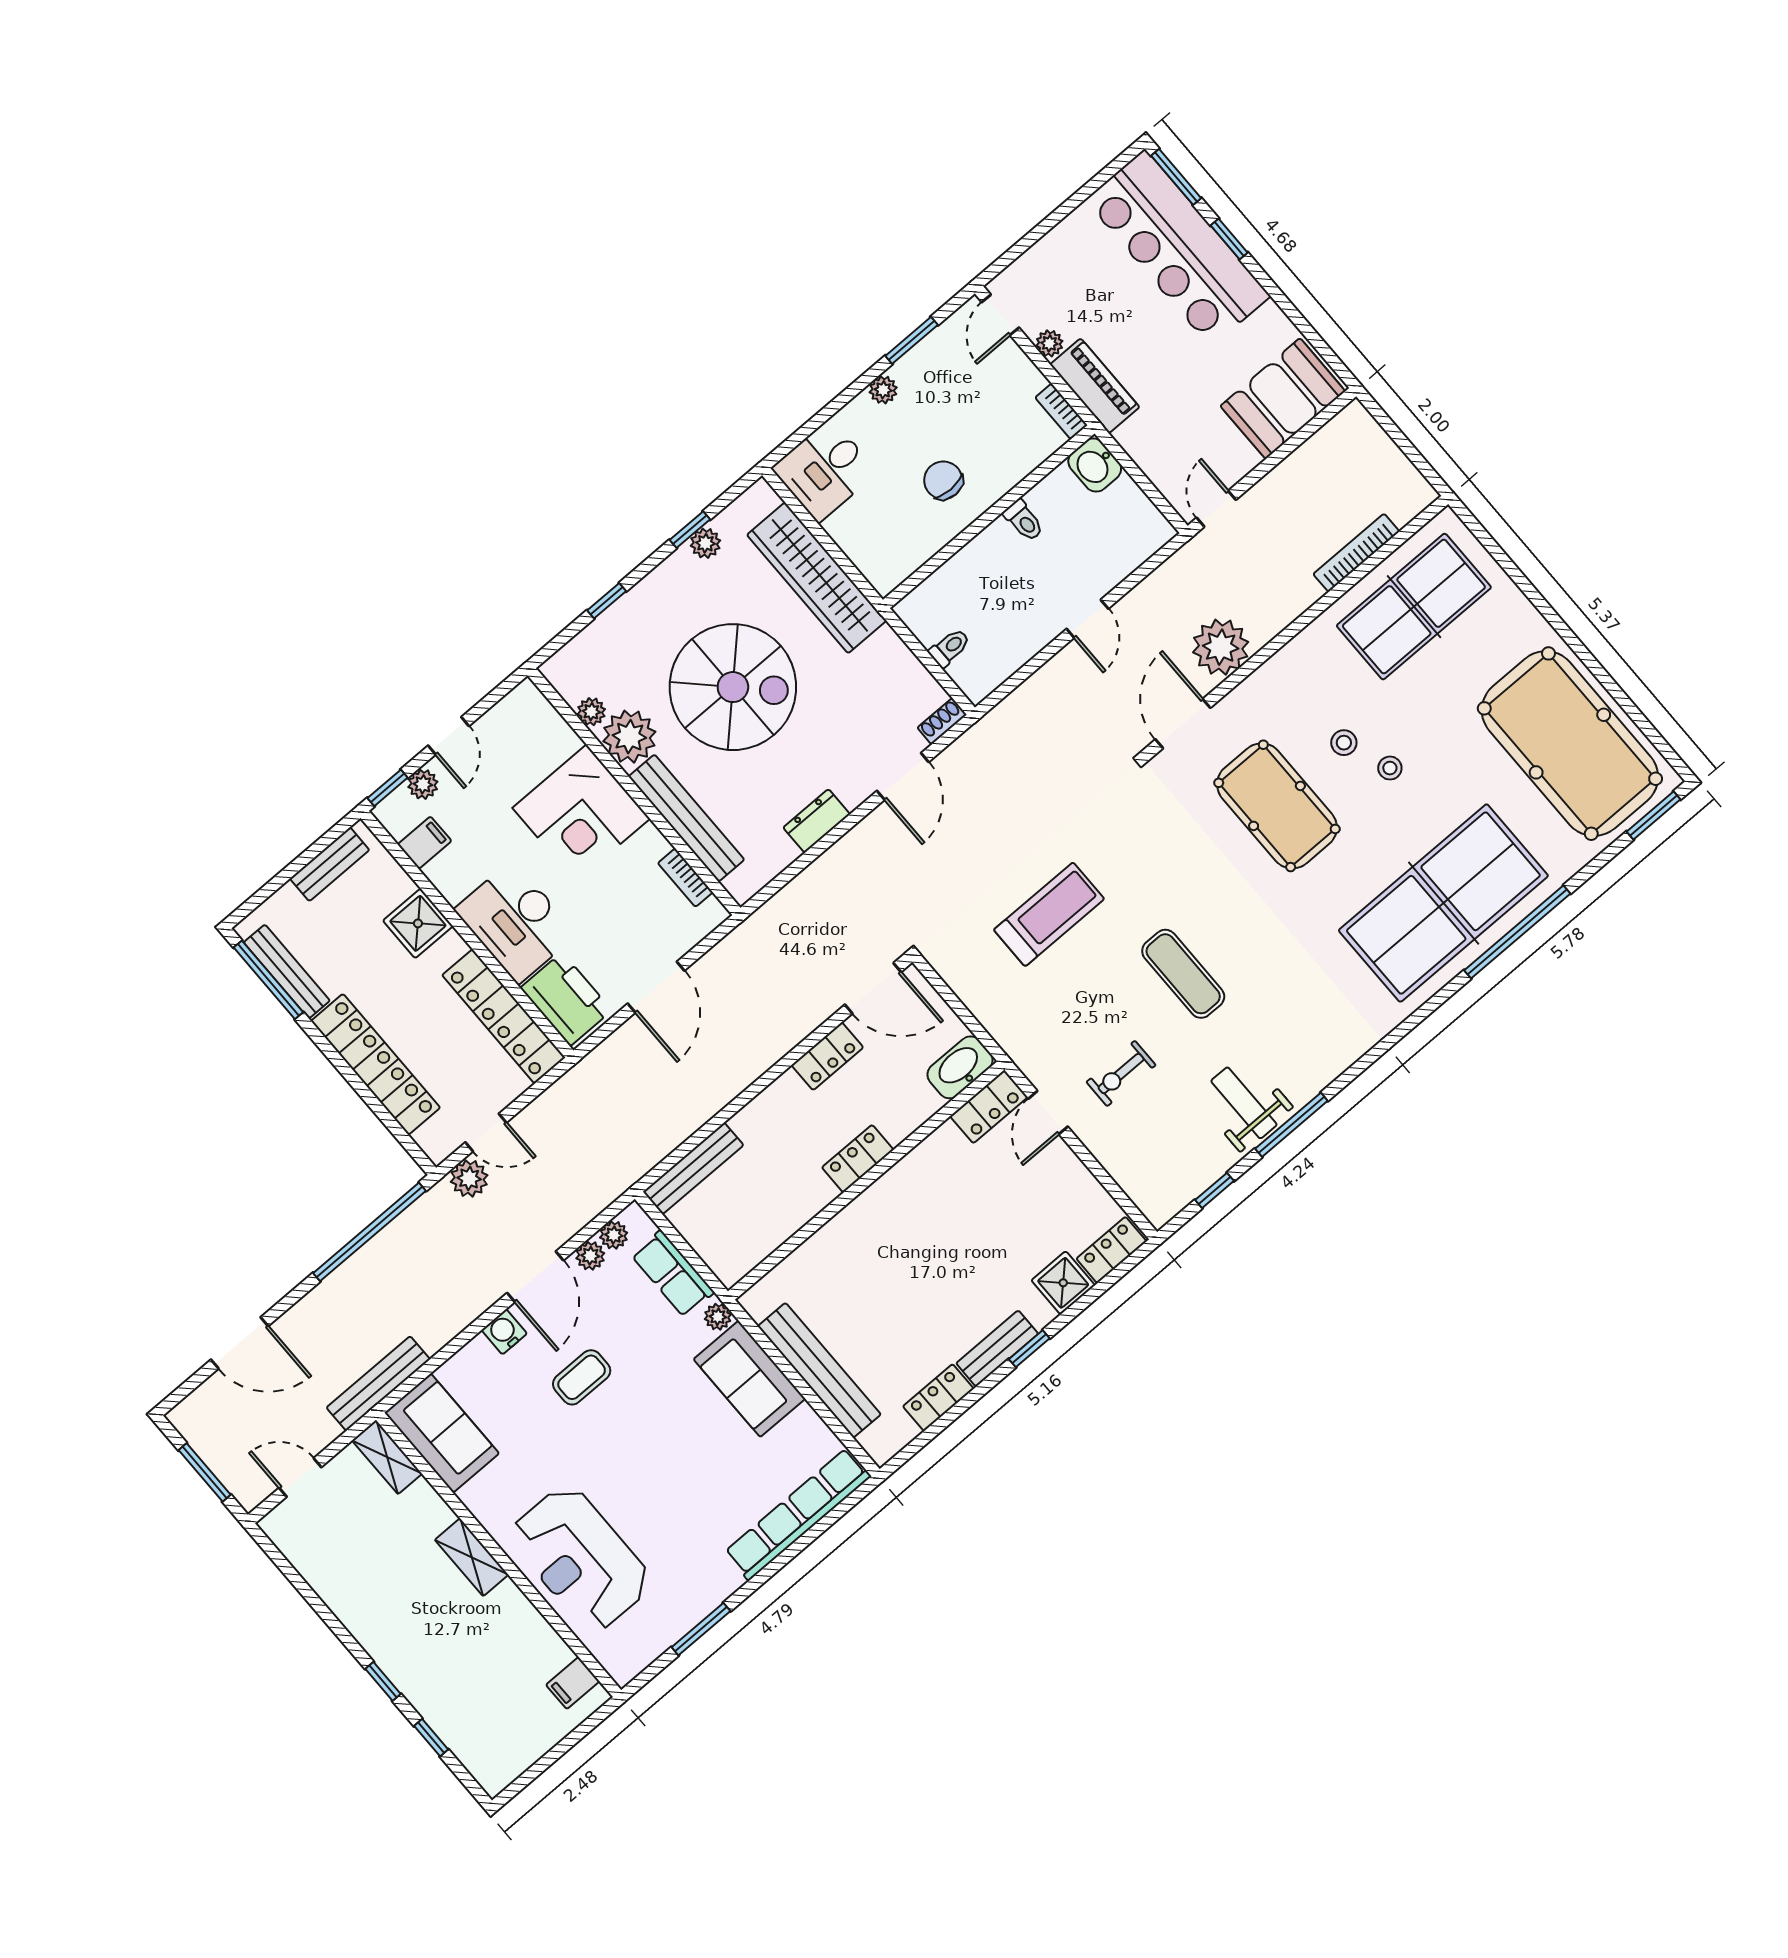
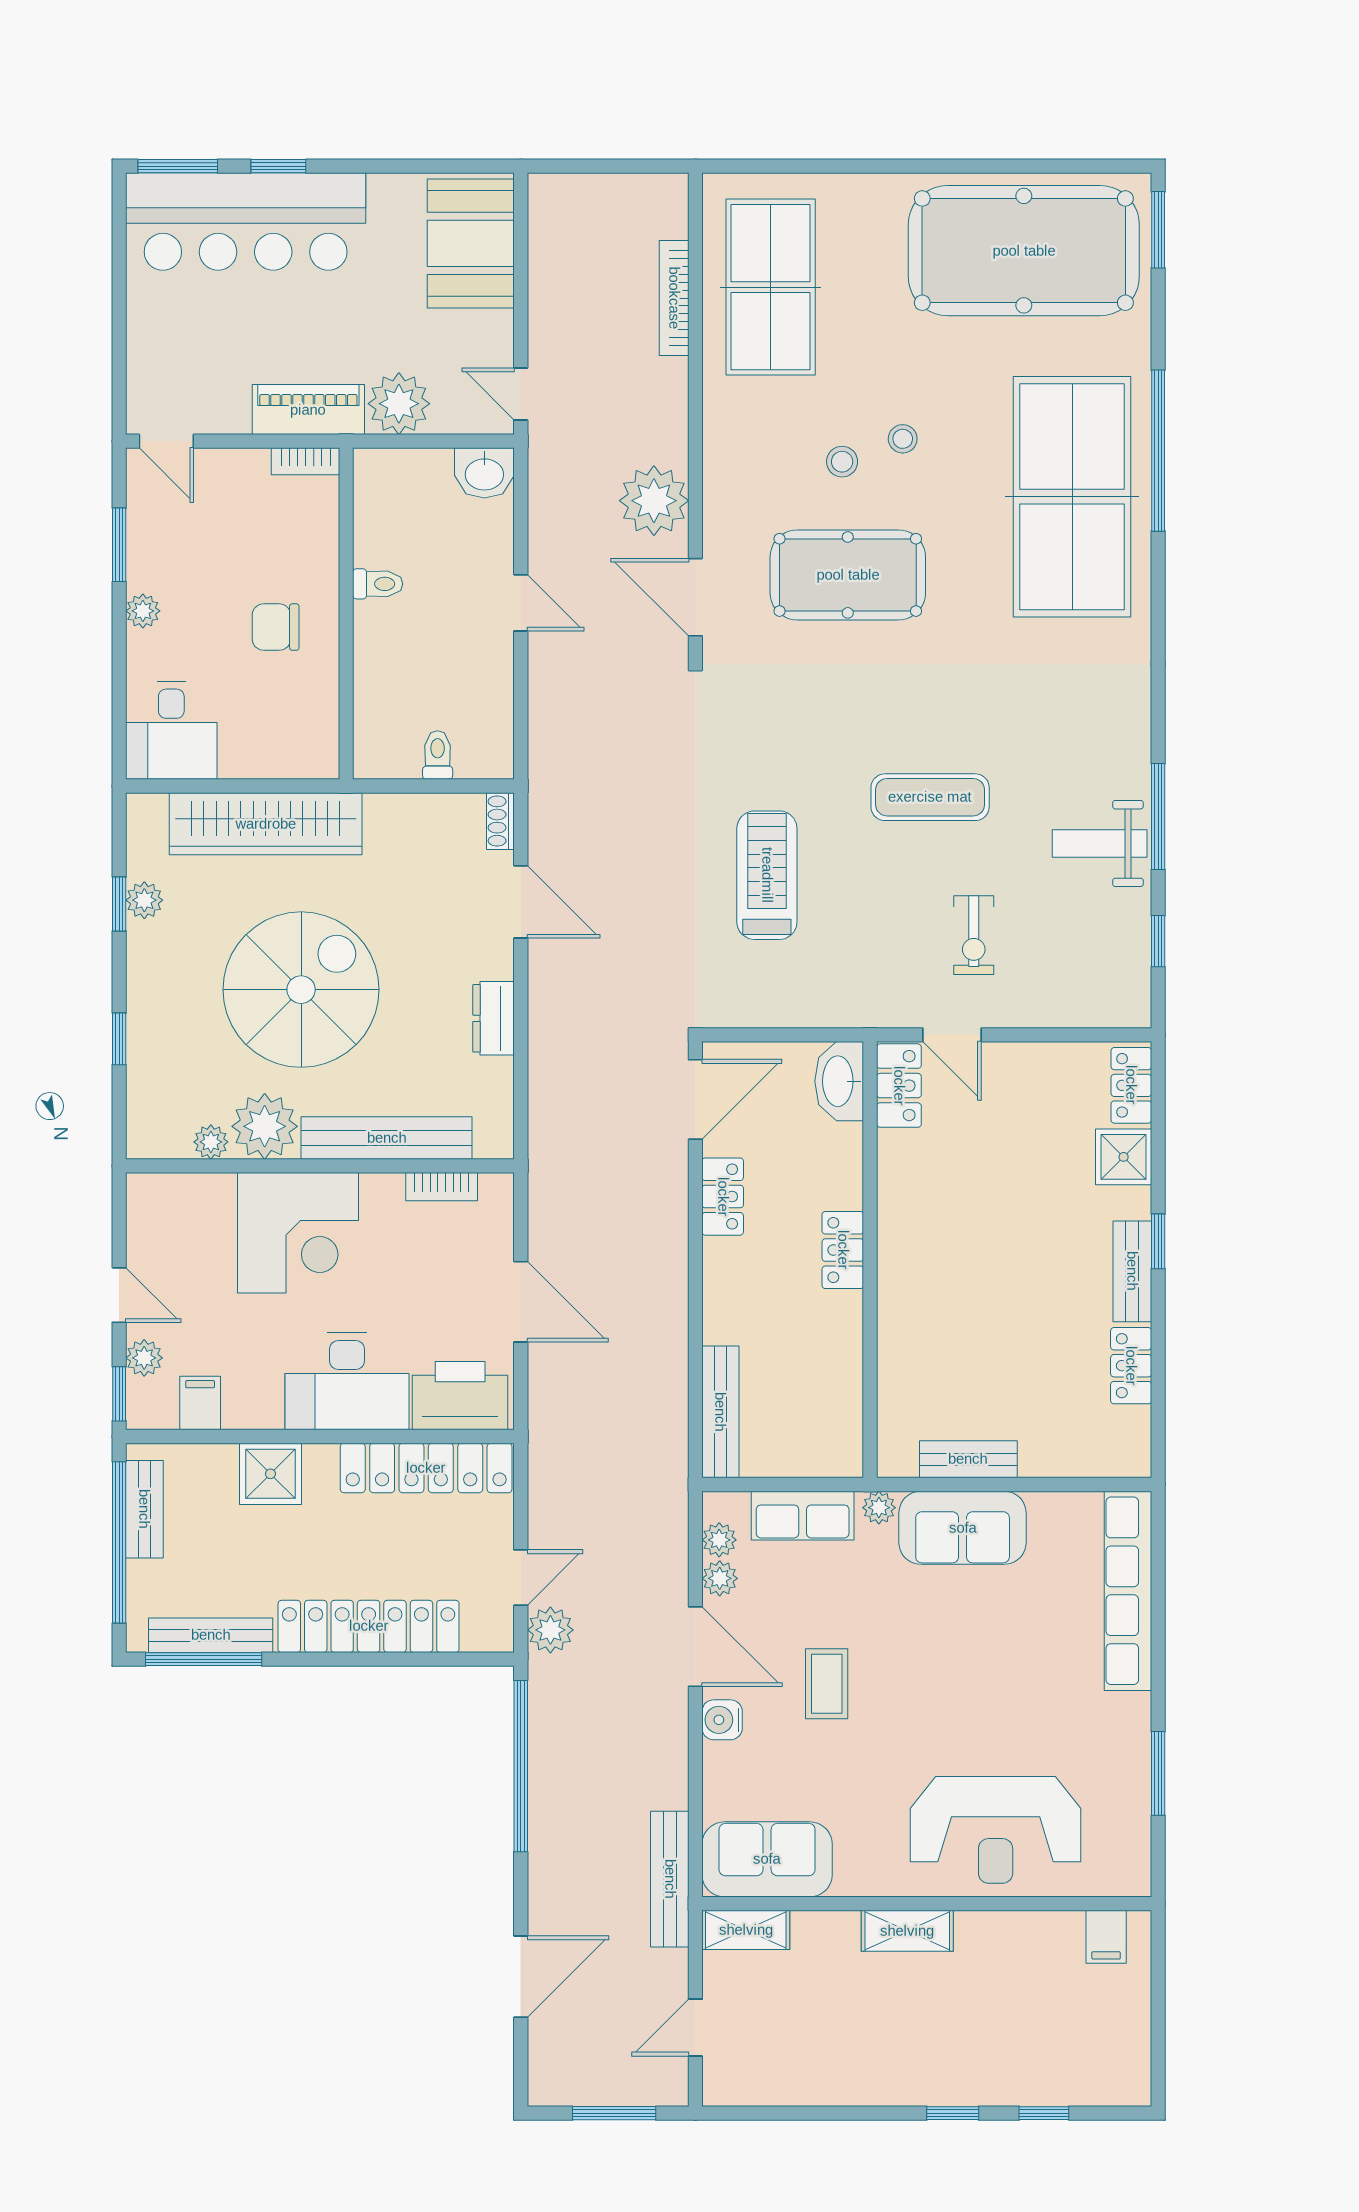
plant: (1049, 343) -> (399, 404), moved, width x1.88, depth x1.88
washbasin: (1095, 465) -> (484, 473), moved
window: (296, 866) -> (119, 1542), added
bench: (819, 1370) -> (968, 1459), width x0.54, depth x0.82

